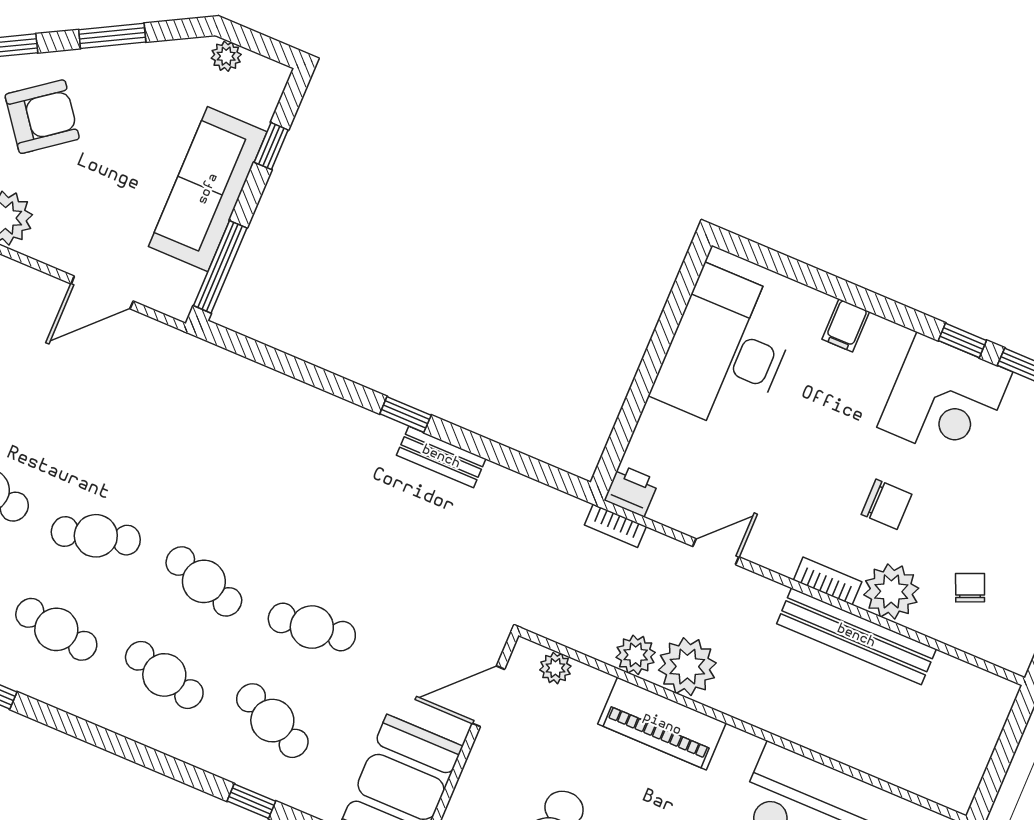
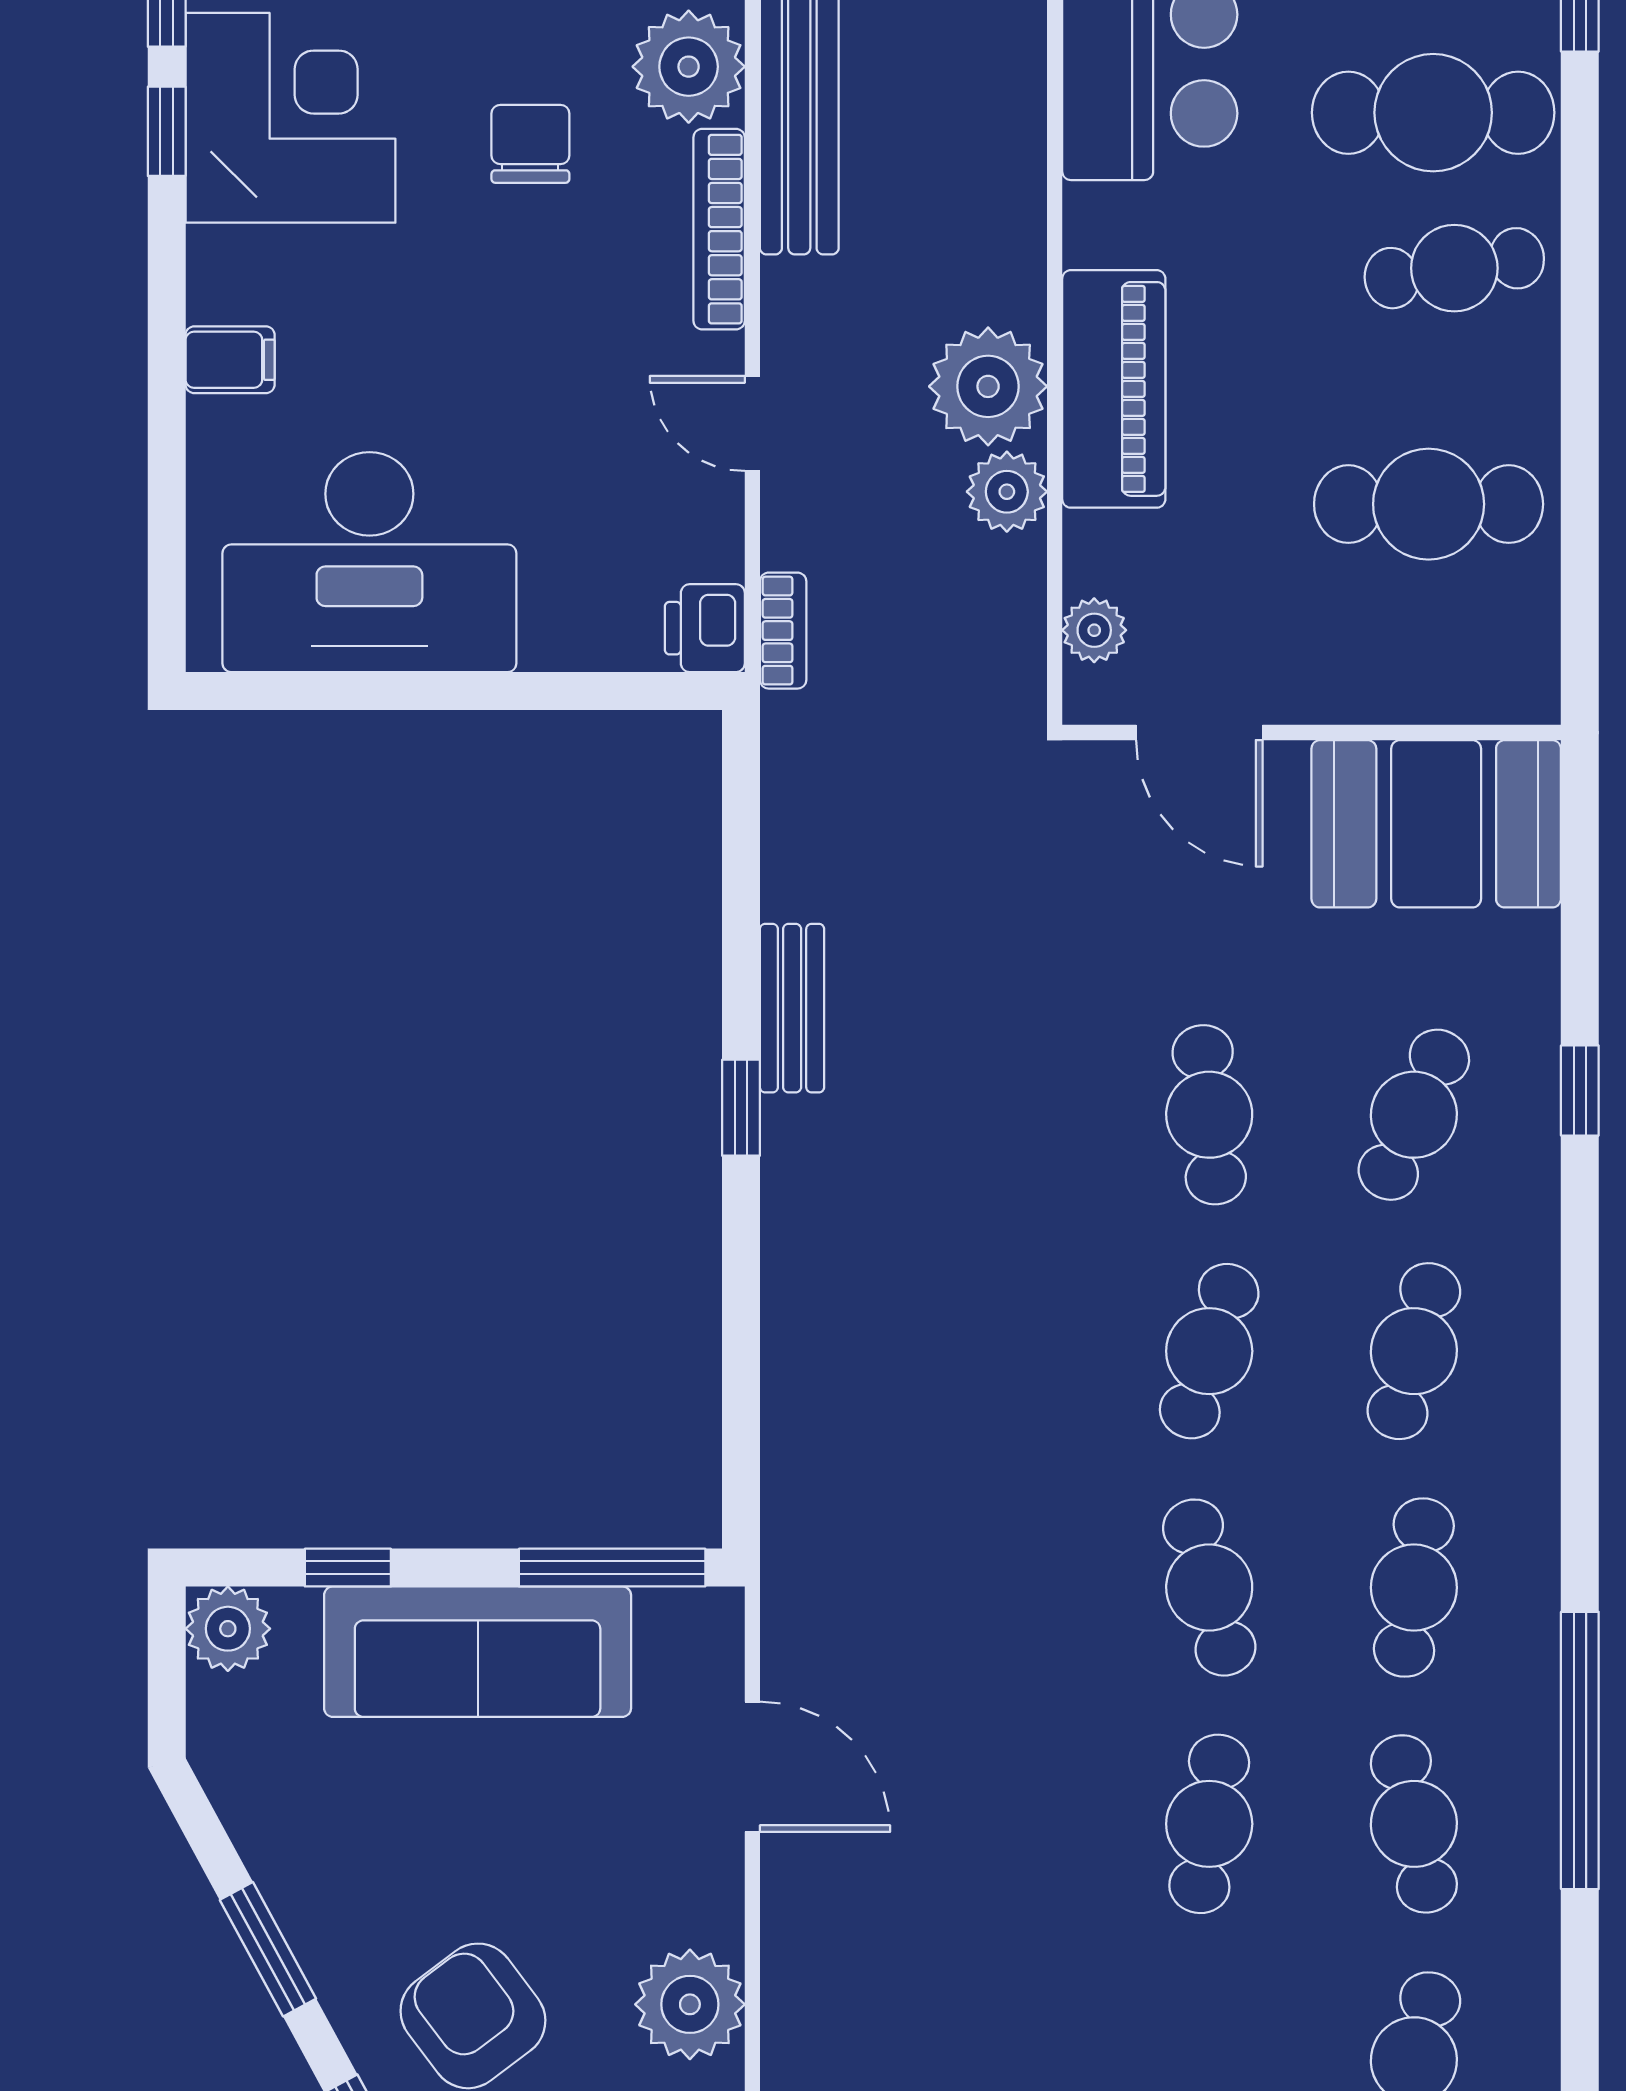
plant: (226, 56) -> (228, 1629), moved, width x1.38, depth x1.38
bookcase: (828, 581) -> (719, 229), width x1.56

